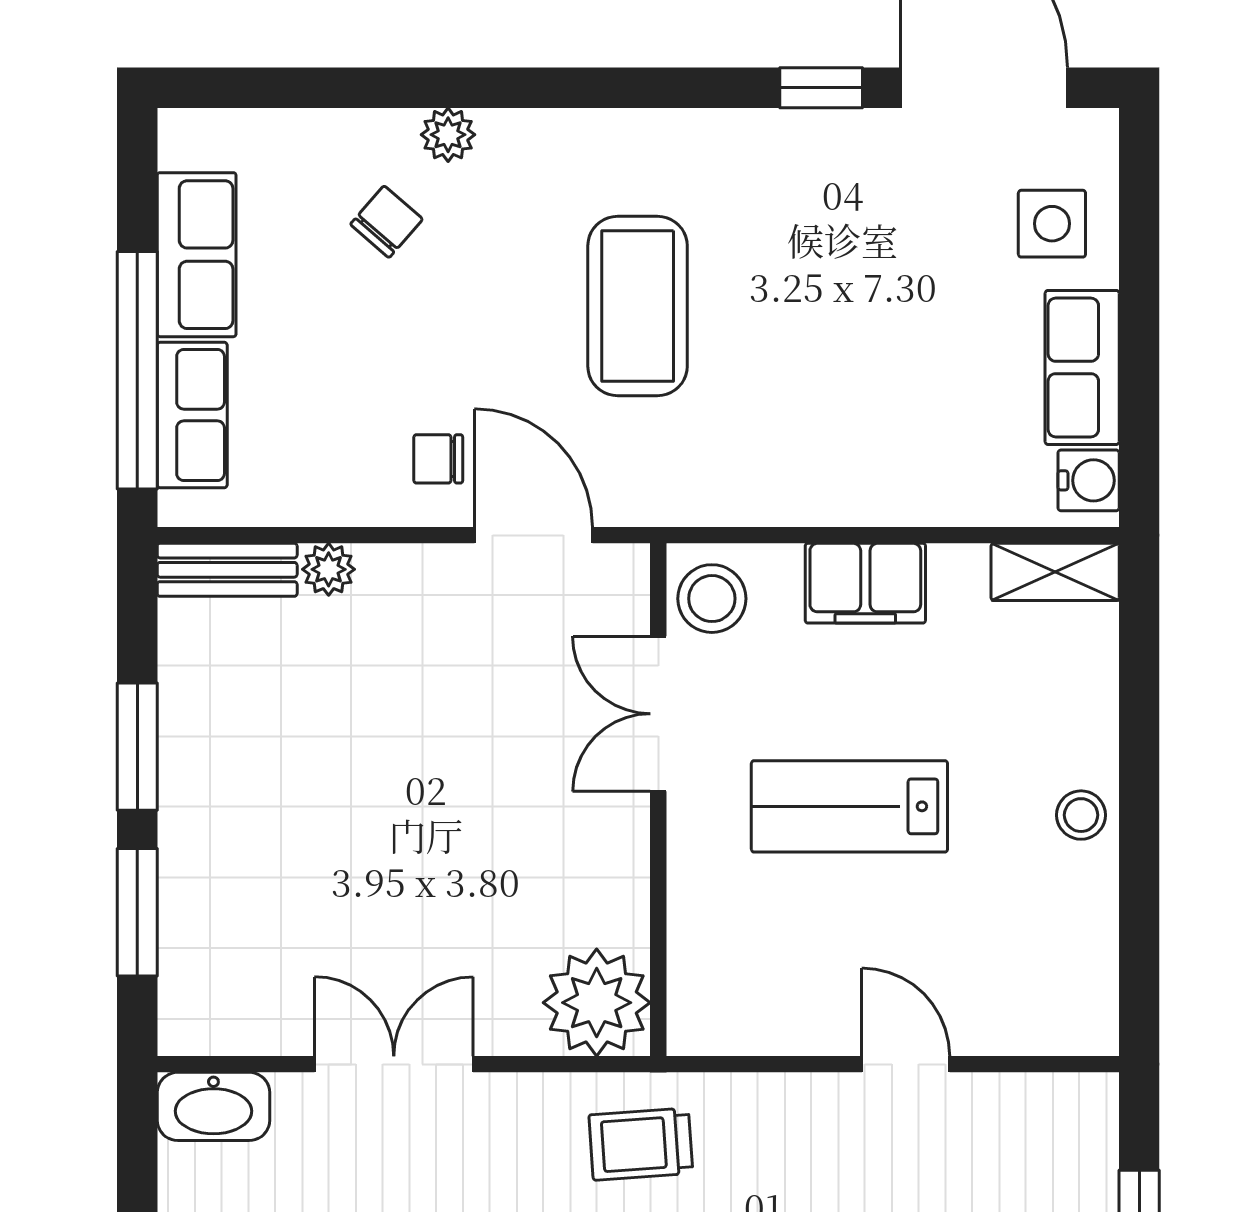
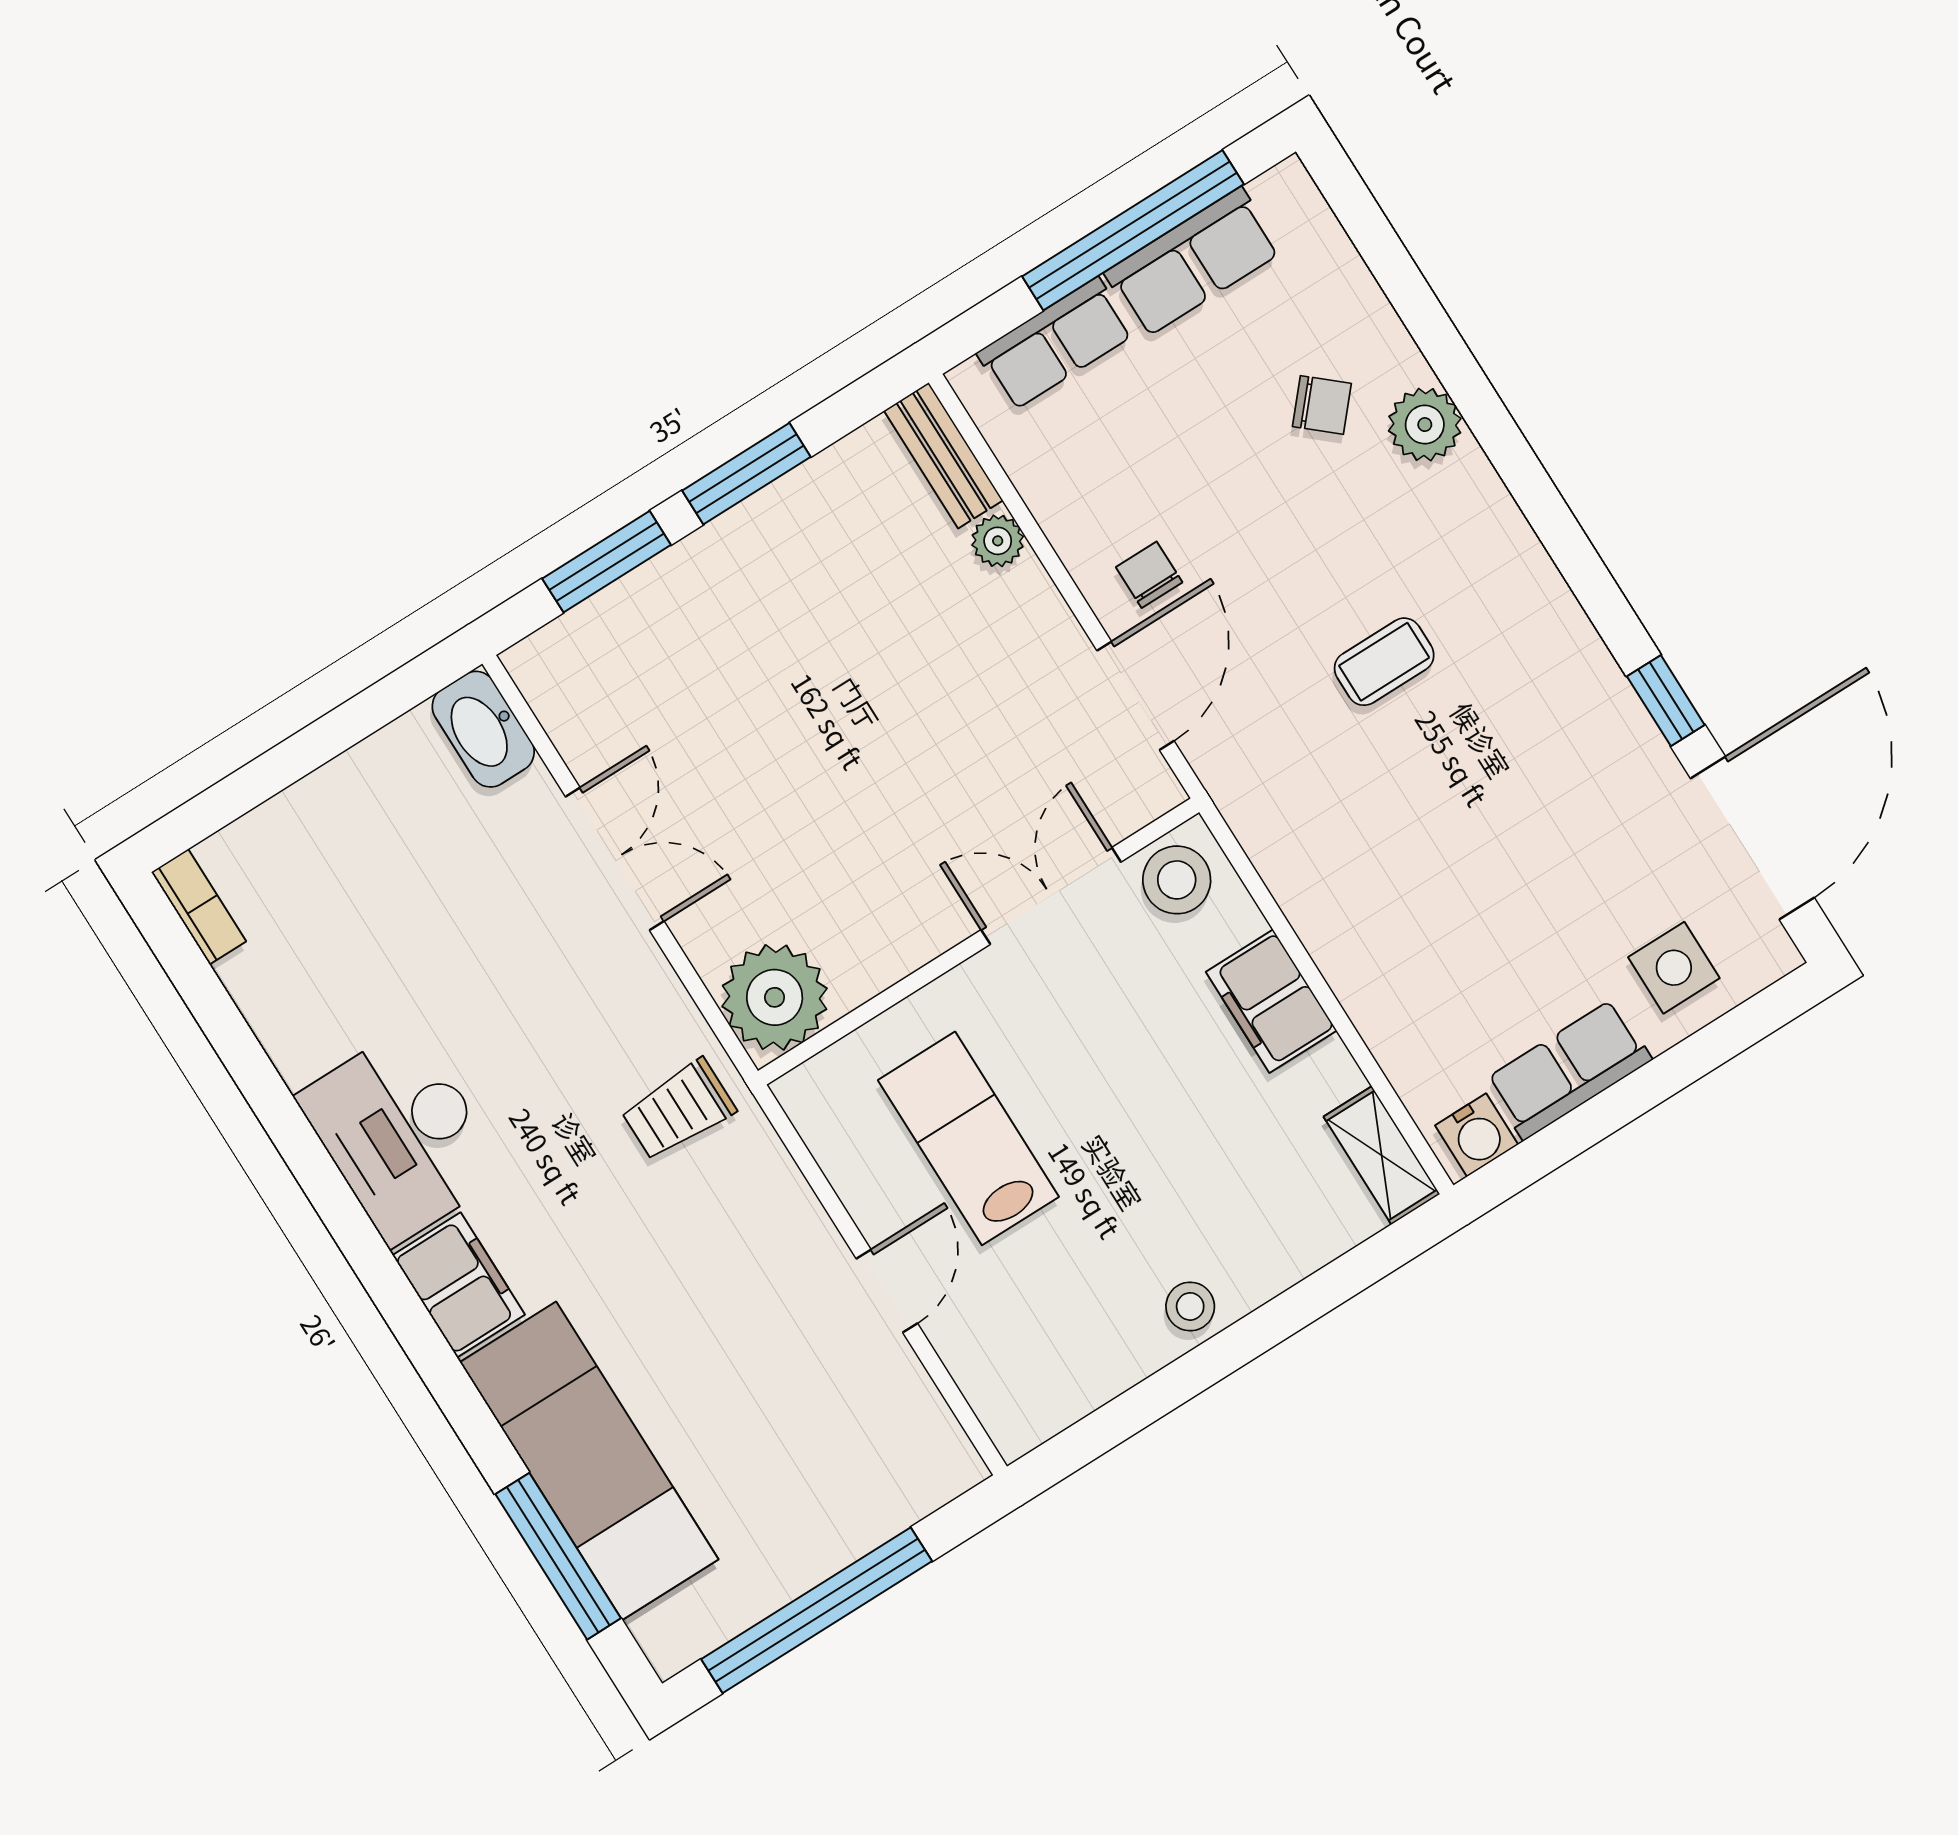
plant: (448, 135) -> (1425, 425), width x1.38, depth x1.38
coffee table: (638, 306) -> (1384, 662), width x0.54, depth x0.58
window: (137, 370) -> (1133, 230), moved
lab bench: (849, 806) -> (968, 1138), moved
trolley: (641, 1144) -> (678, 1110), turned -86

